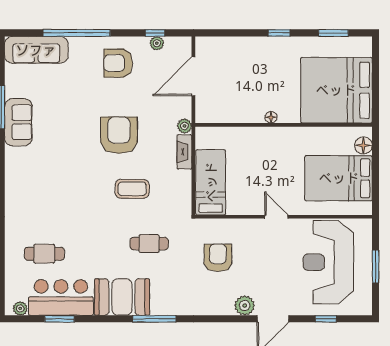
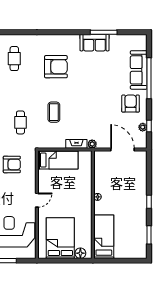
sofa: (36, 50) -> (139, 70), moved
bed: (336, 90) -> (104, 237), width x0.49
armchair: (119, 135) -> (56, 67), moved

